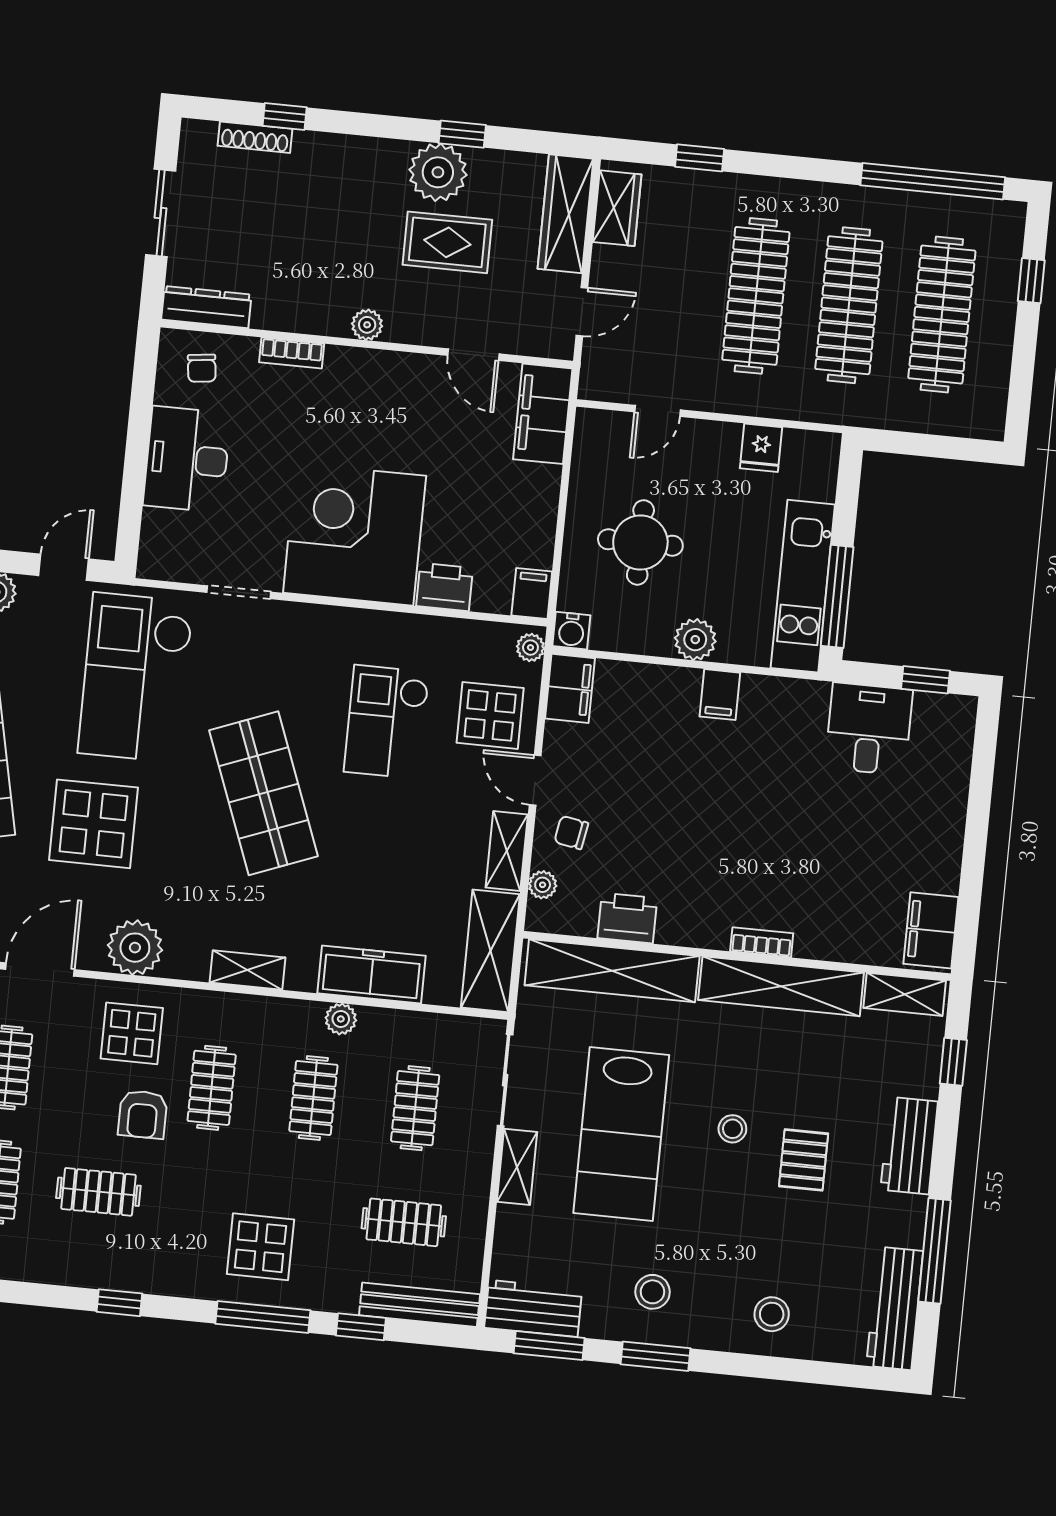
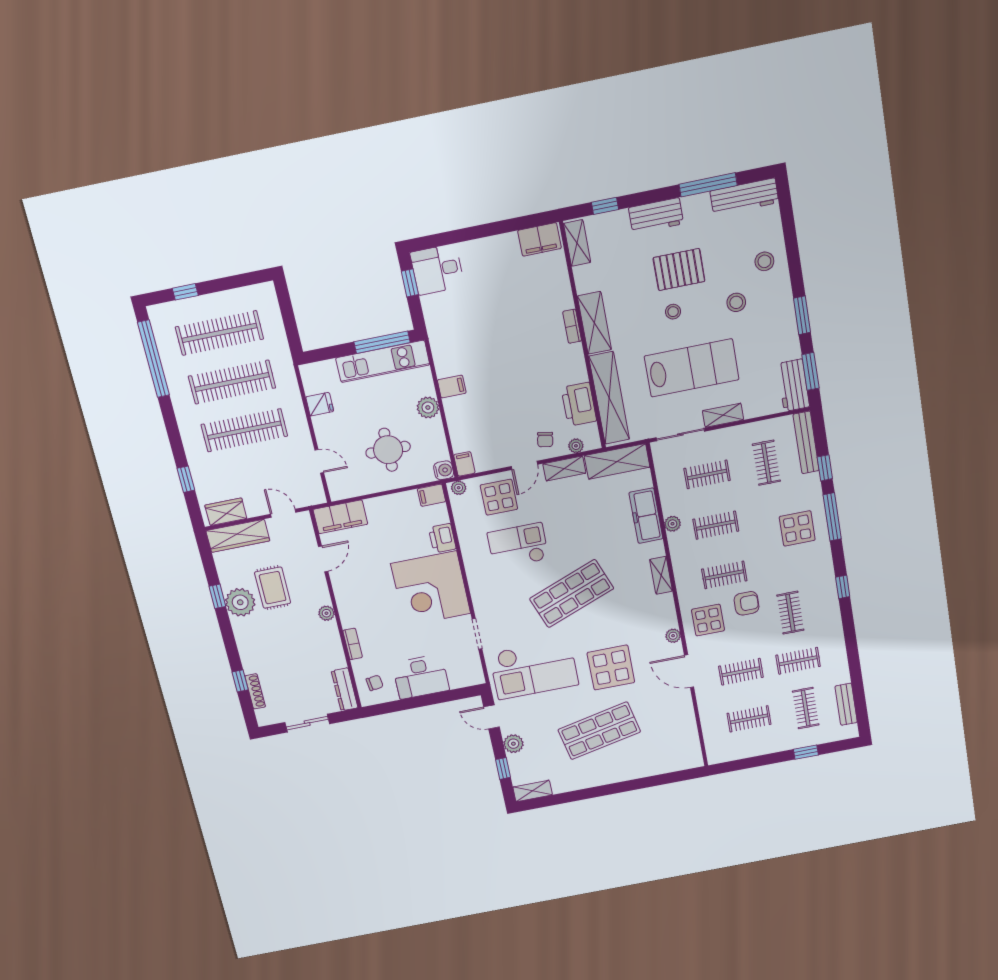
filing cabinet: (570, 688) -> (464, 464), width x0.50
checkout: (387, 722) -> (518, 546), turned 180
desk: (869, 729) -> (437, 269), moved
printer: (627, 918) -> (579, 404), width x1.37, depth x1.19
plant: (135, 948) -> (673, 636), width x0.53, depth x0.53
shelving: (781, 986) -> (594, 323), width x0.68
pallet: (804, 1160) -> (679, 270), width x1.50, depth x1.42
stool: (652, 1292) -> (736, 302), moved

